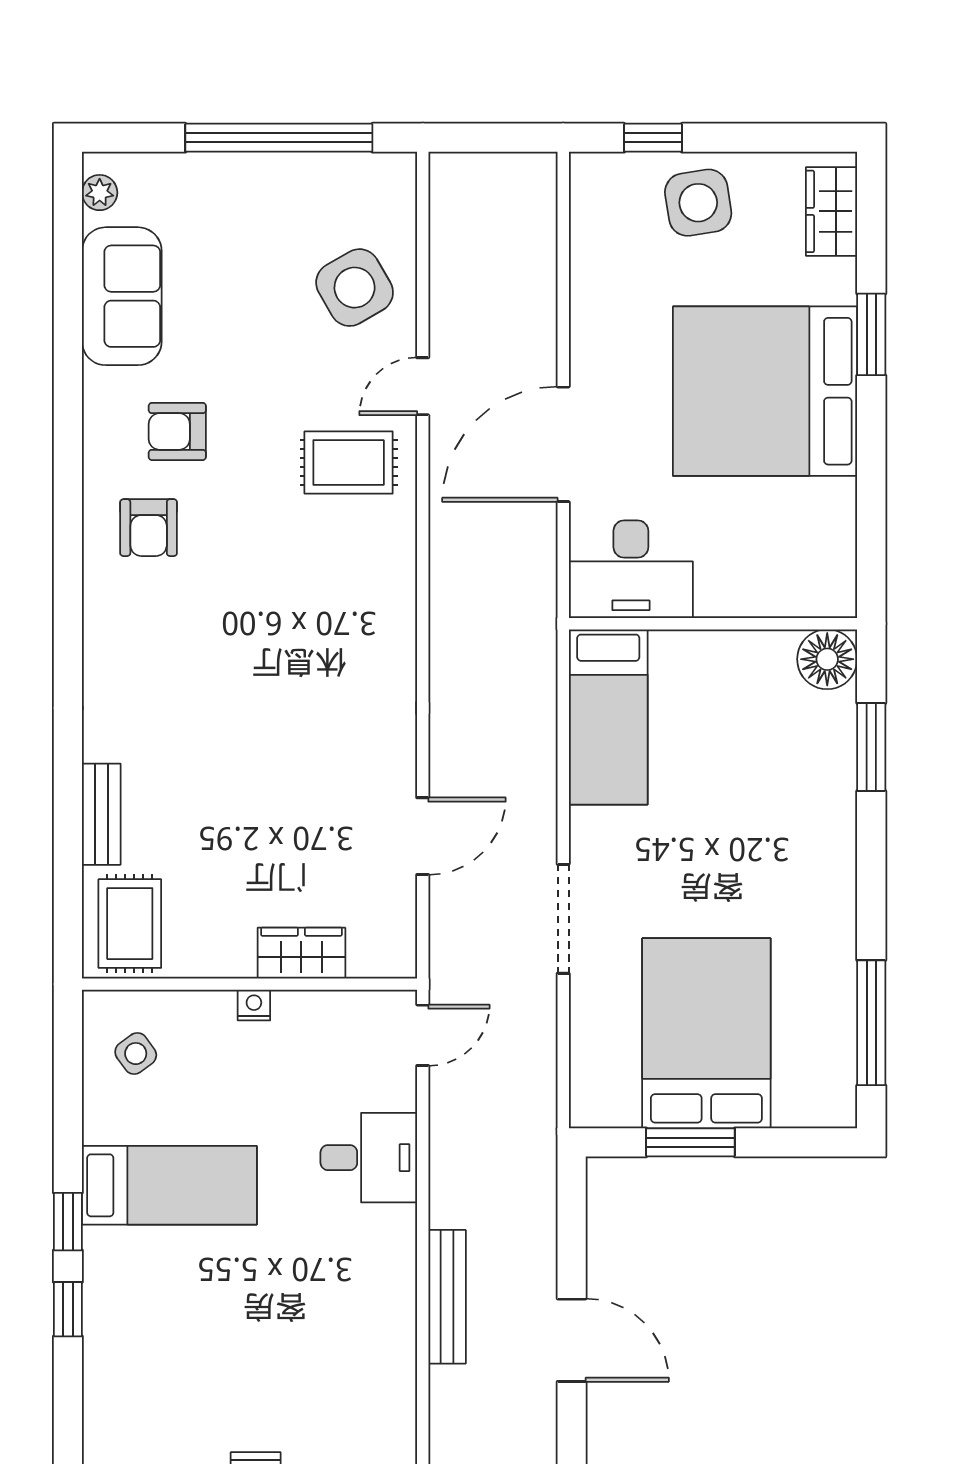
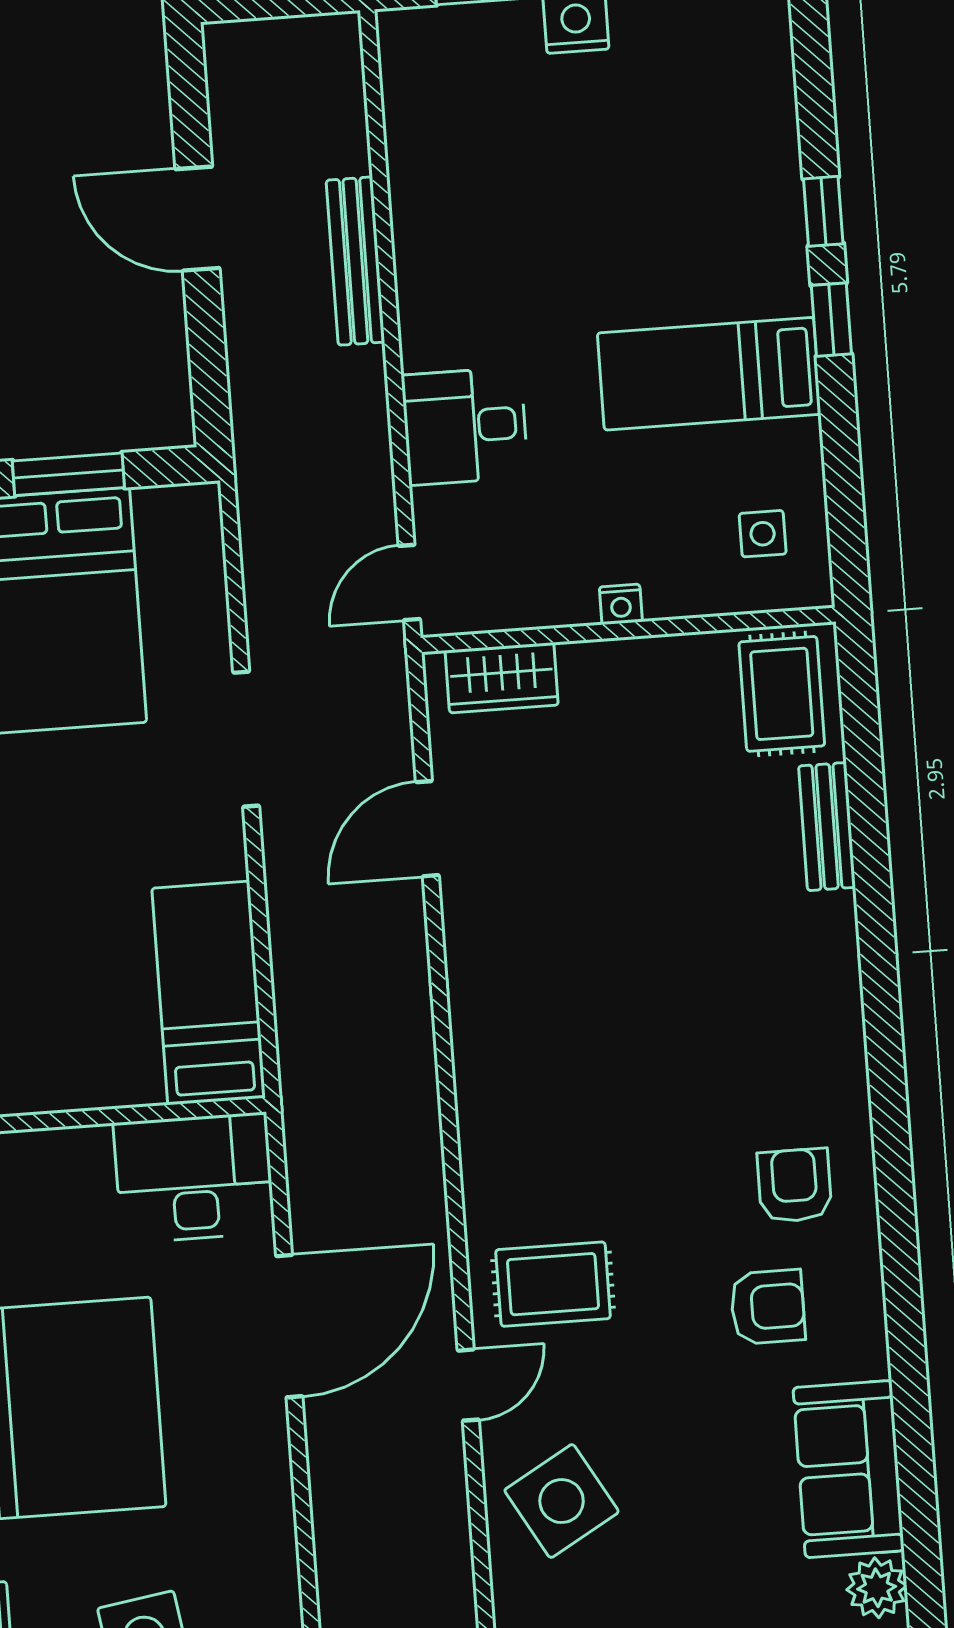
plant: (100, 193) -> (877, 1588), width x1.38, depth x1.38
wardrobe: (301, 953) -> (502, 678), moved
side table: (136, 1054) -> (763, 534), turned 36

